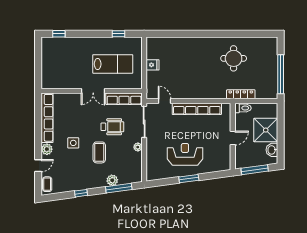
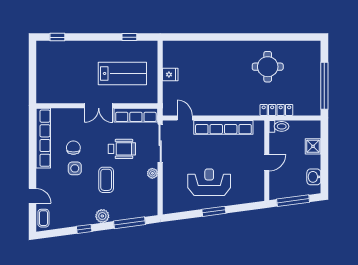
chair: (72, 126) -> (73, 148), added
shower: (266, 130) -> (313, 146), width x0.54, depth x0.54
plant: (47, 149) -> (43, 176), removed
door: (38, 166) -> (33, 196), hinge flipped
plant: (112, 180) -> (102, 216), moved

